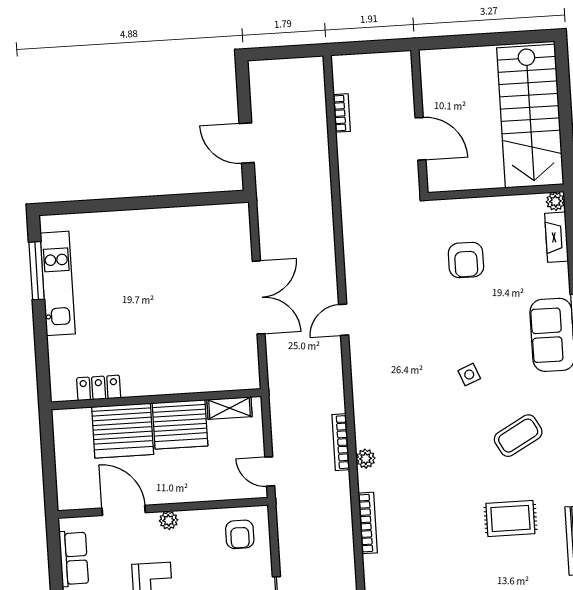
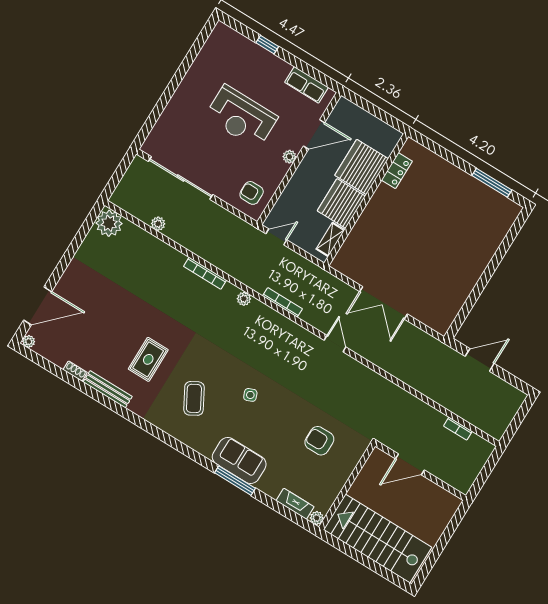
kitchen unit: (58, 283) -> (476, 190), removed
bookcase: (341, 442) -> (282, 302), moved

